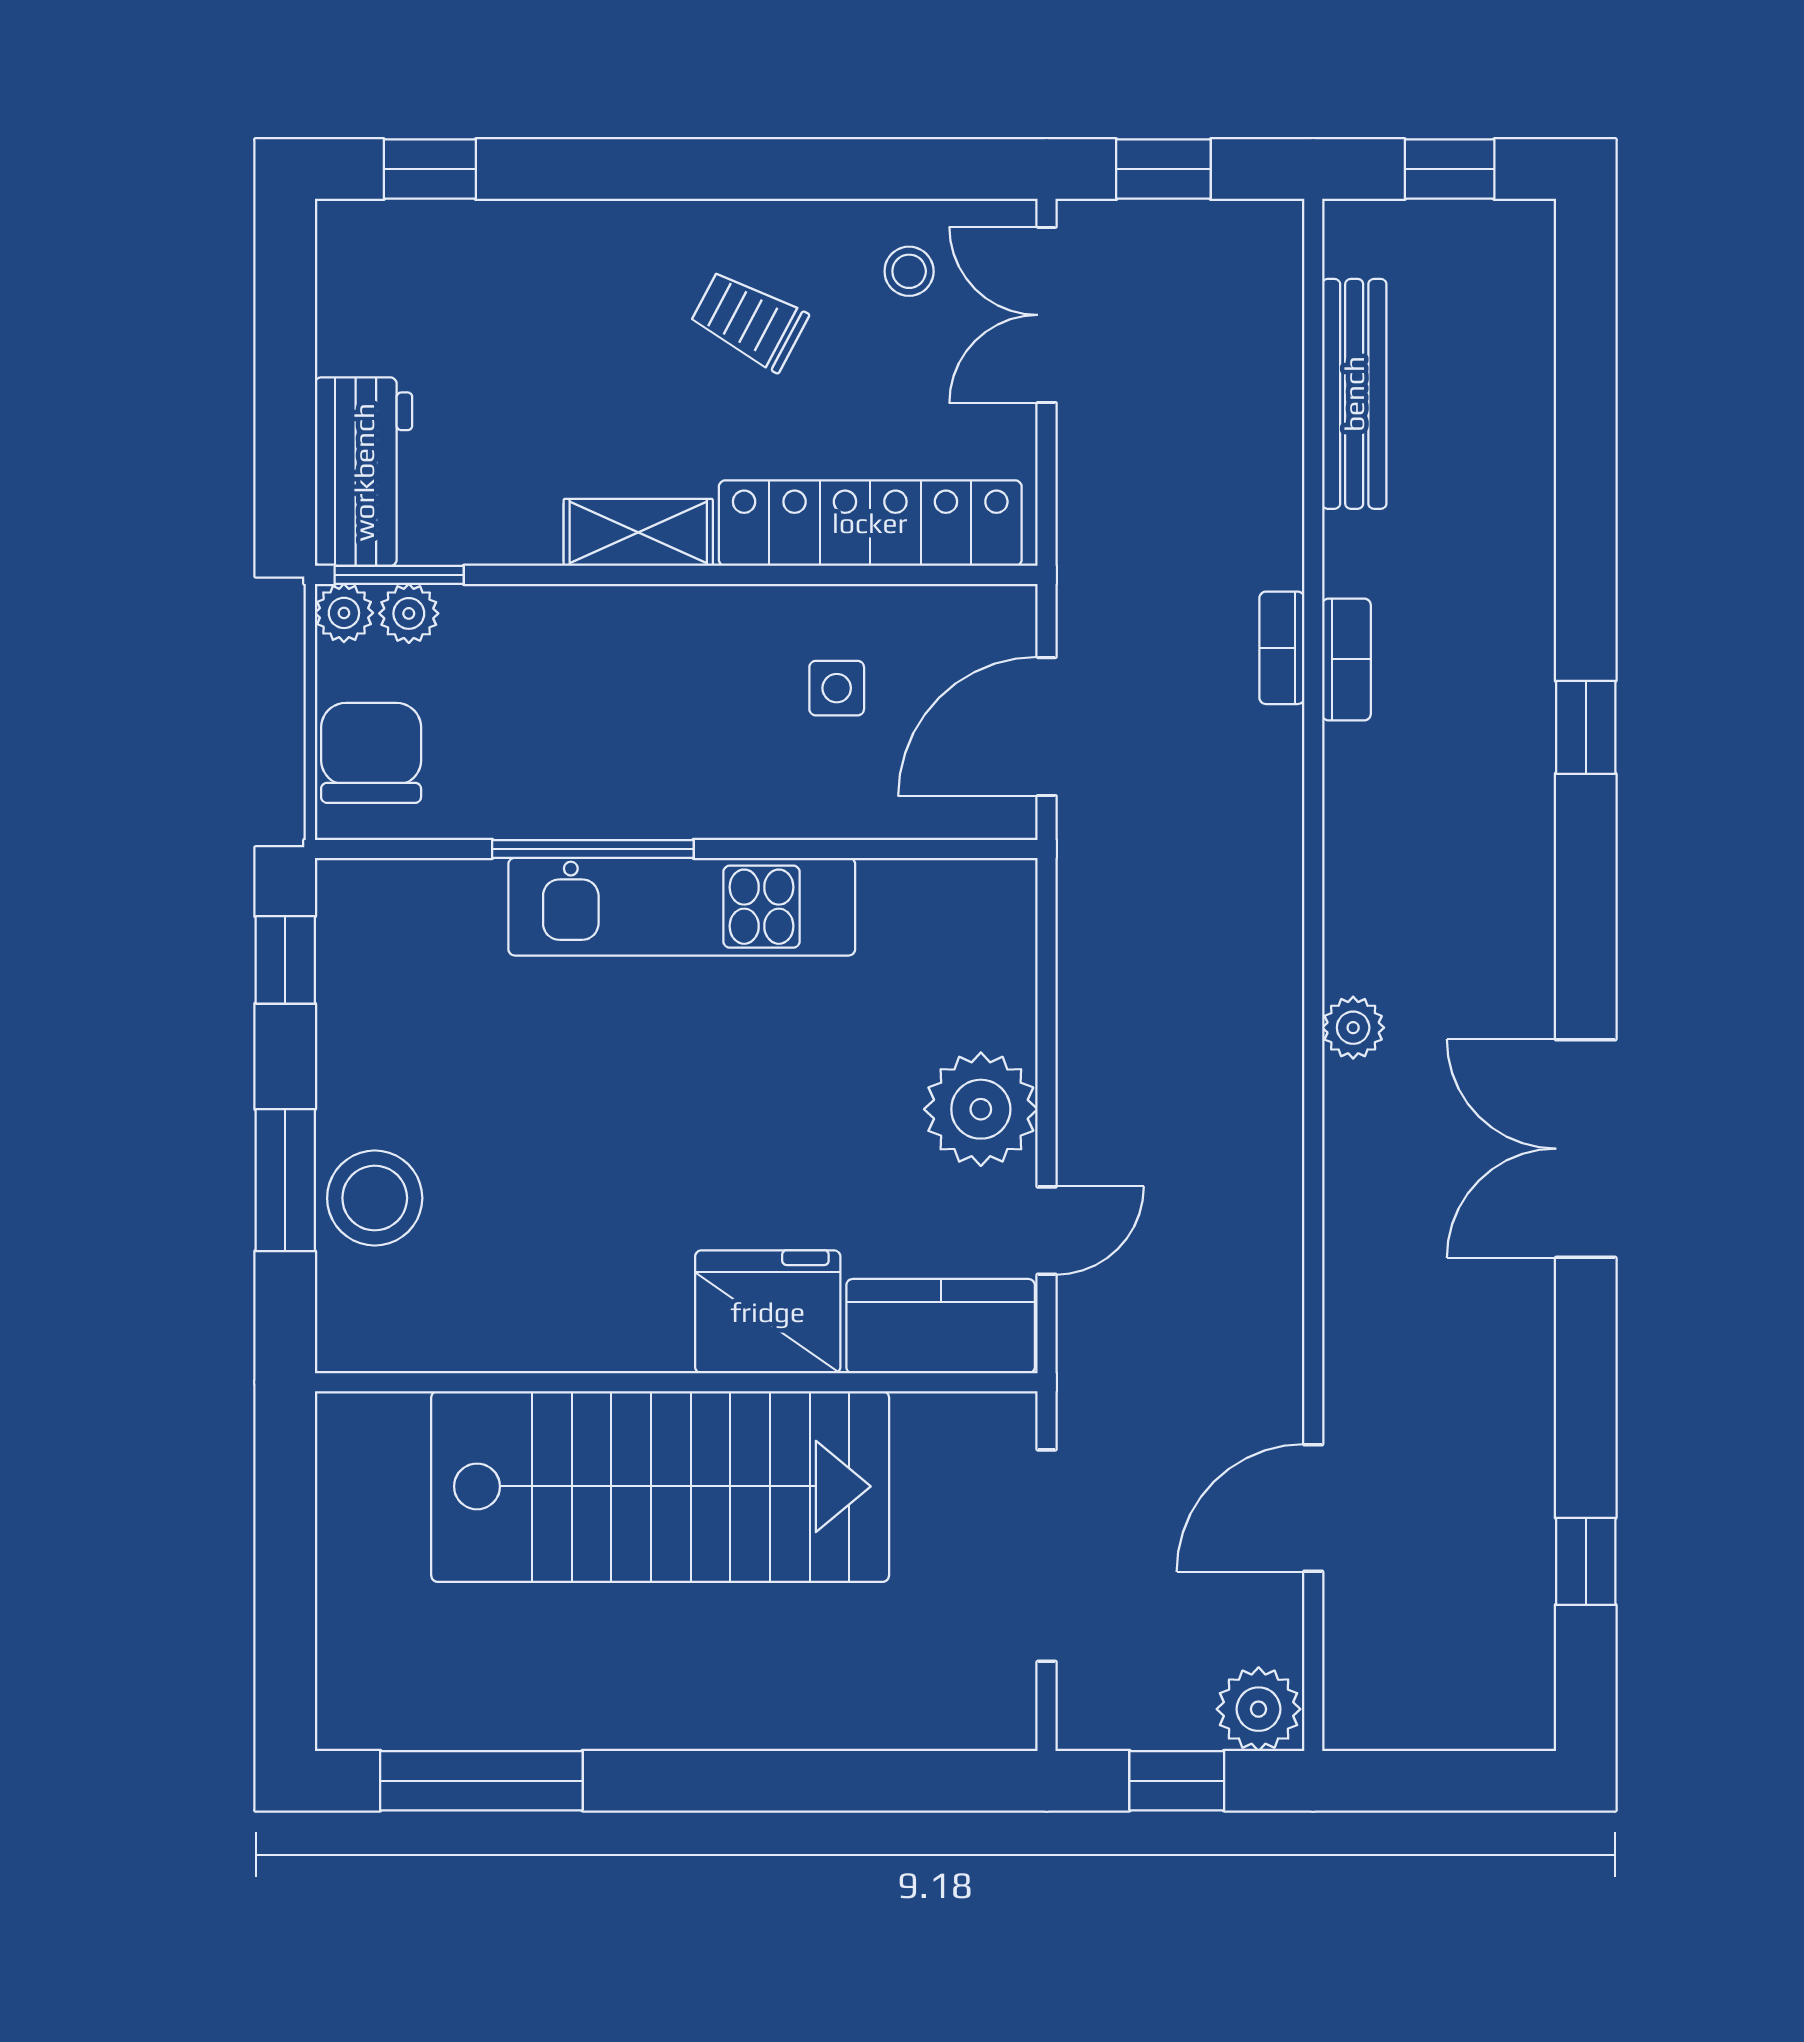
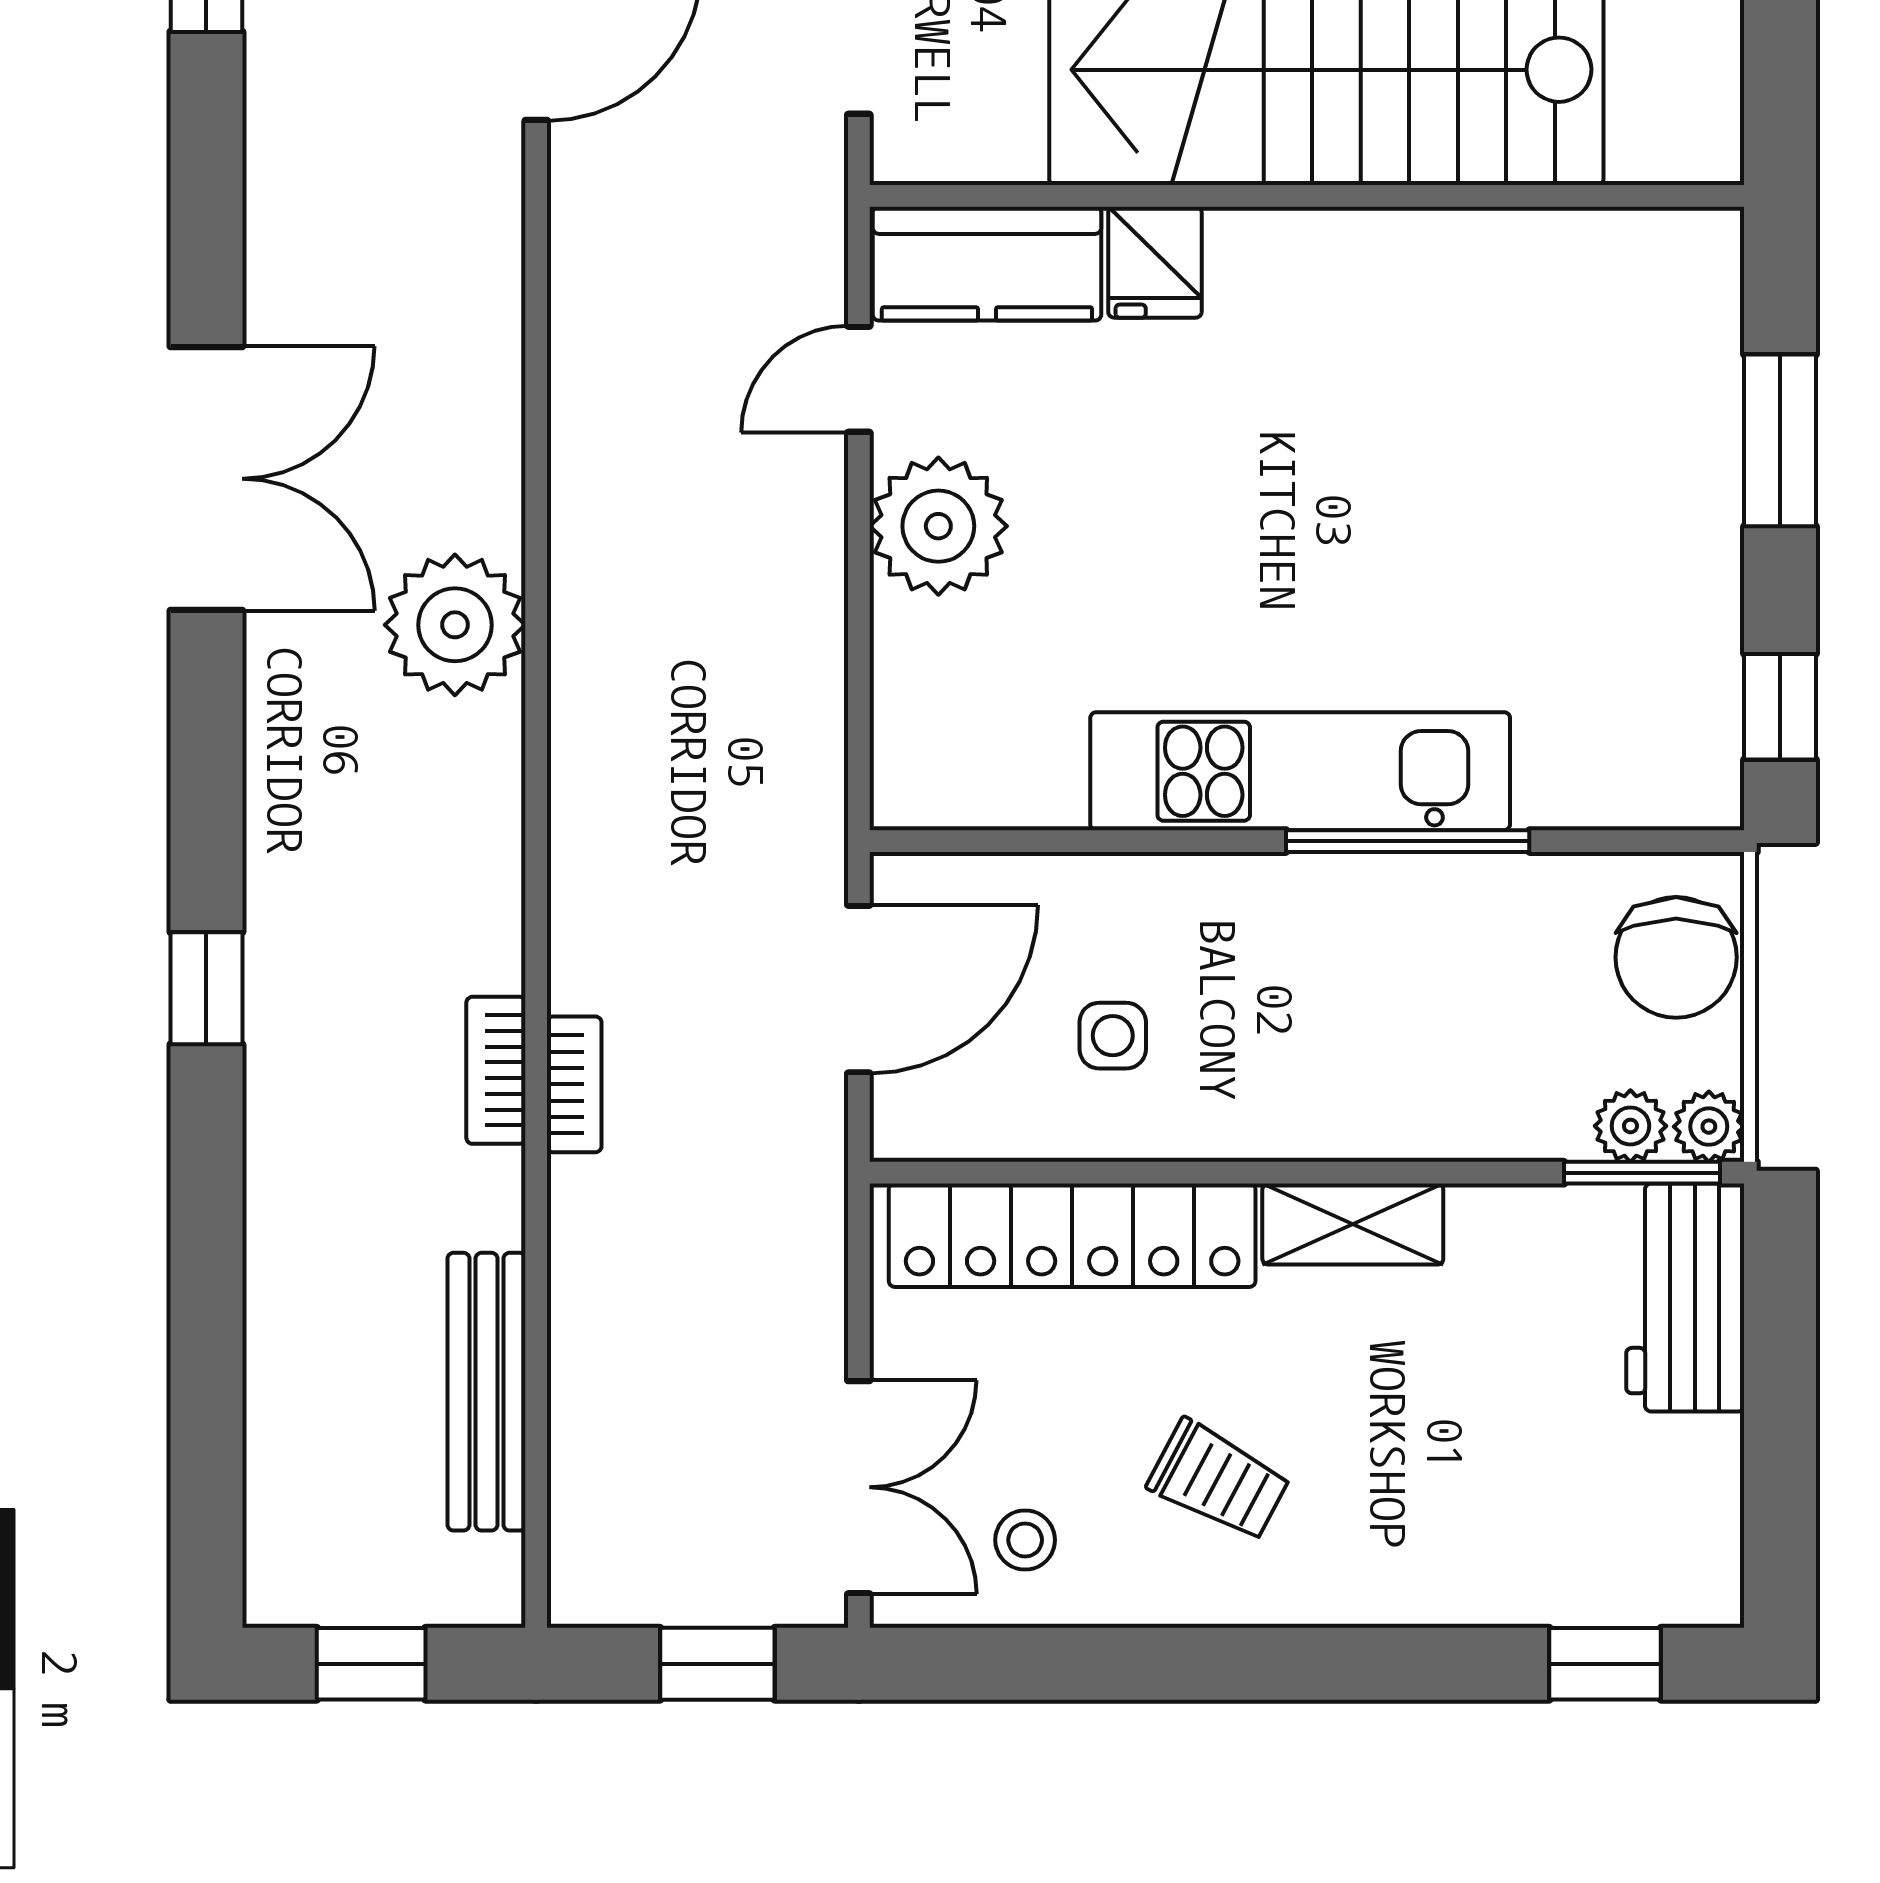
plant: (1353, 1028) -> (455, 625), width x1.87, depth x1.87
stool: (375, 1198) -> (1672, 419), removed
fridge: (768, 1312) -> (1155, 262), width x0.53, depth x0.75

